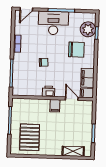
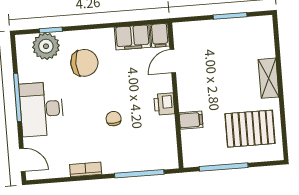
chair: (76, 50) -> (84, 63), turned 89
filing cabinet: (55, 106) -> (191, 120), moved
shelving: (73, 151) -> (269, 78), moved

